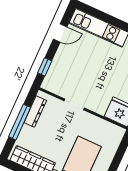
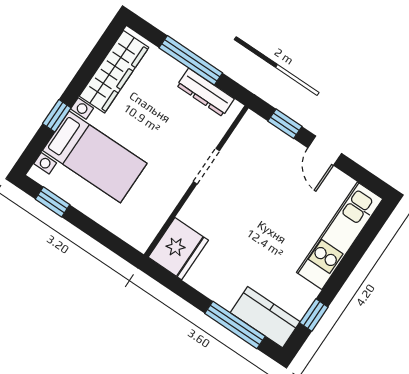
door: (60, 33) -> (325, 151), moved

